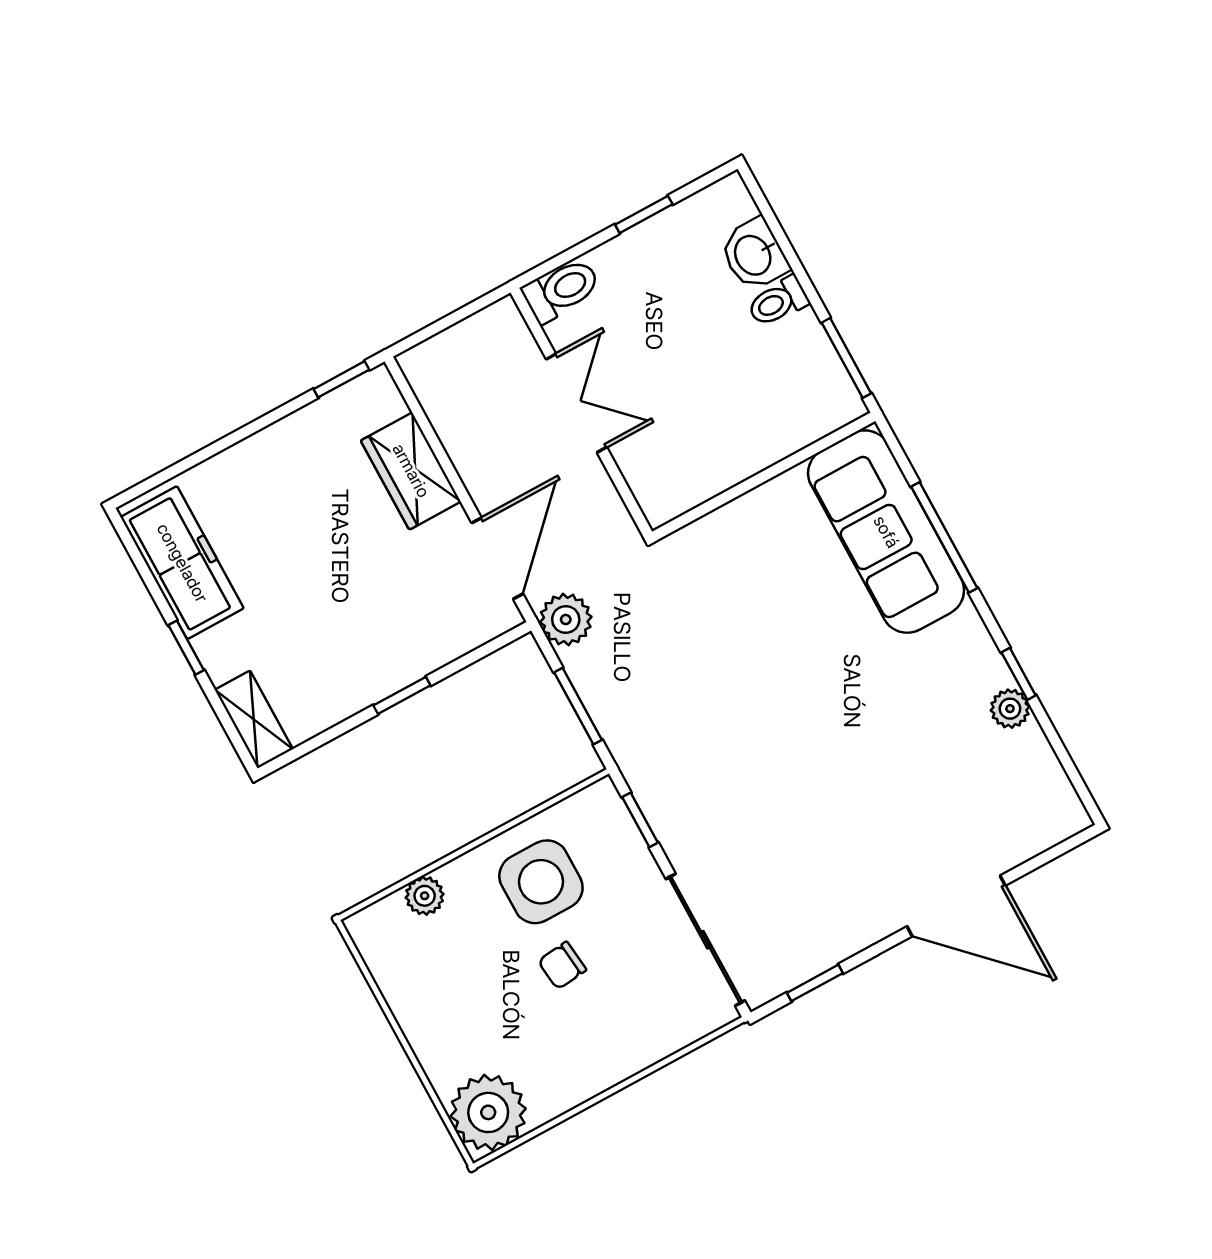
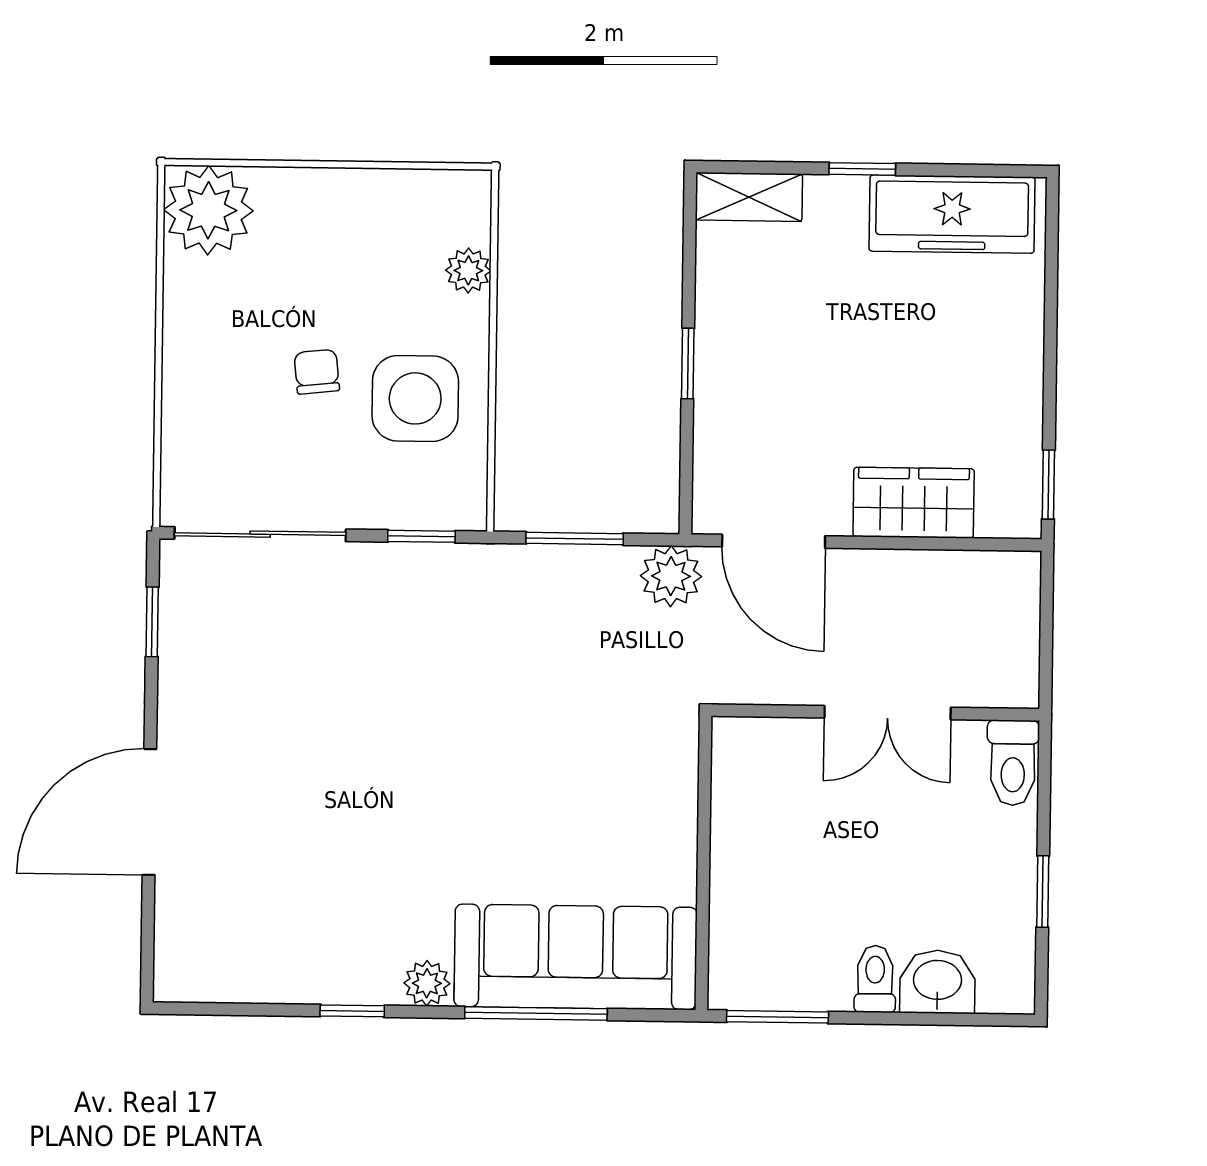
plant: (1010, 709) -> (427, 983), moved

